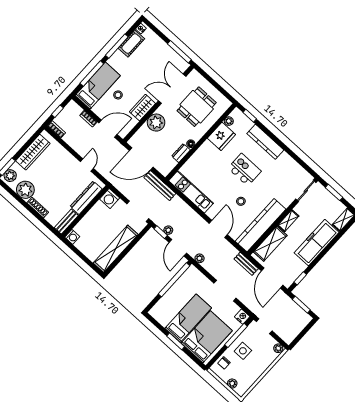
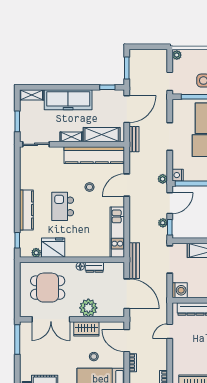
nightstand: (242, 317) -> (178, 175), moved

